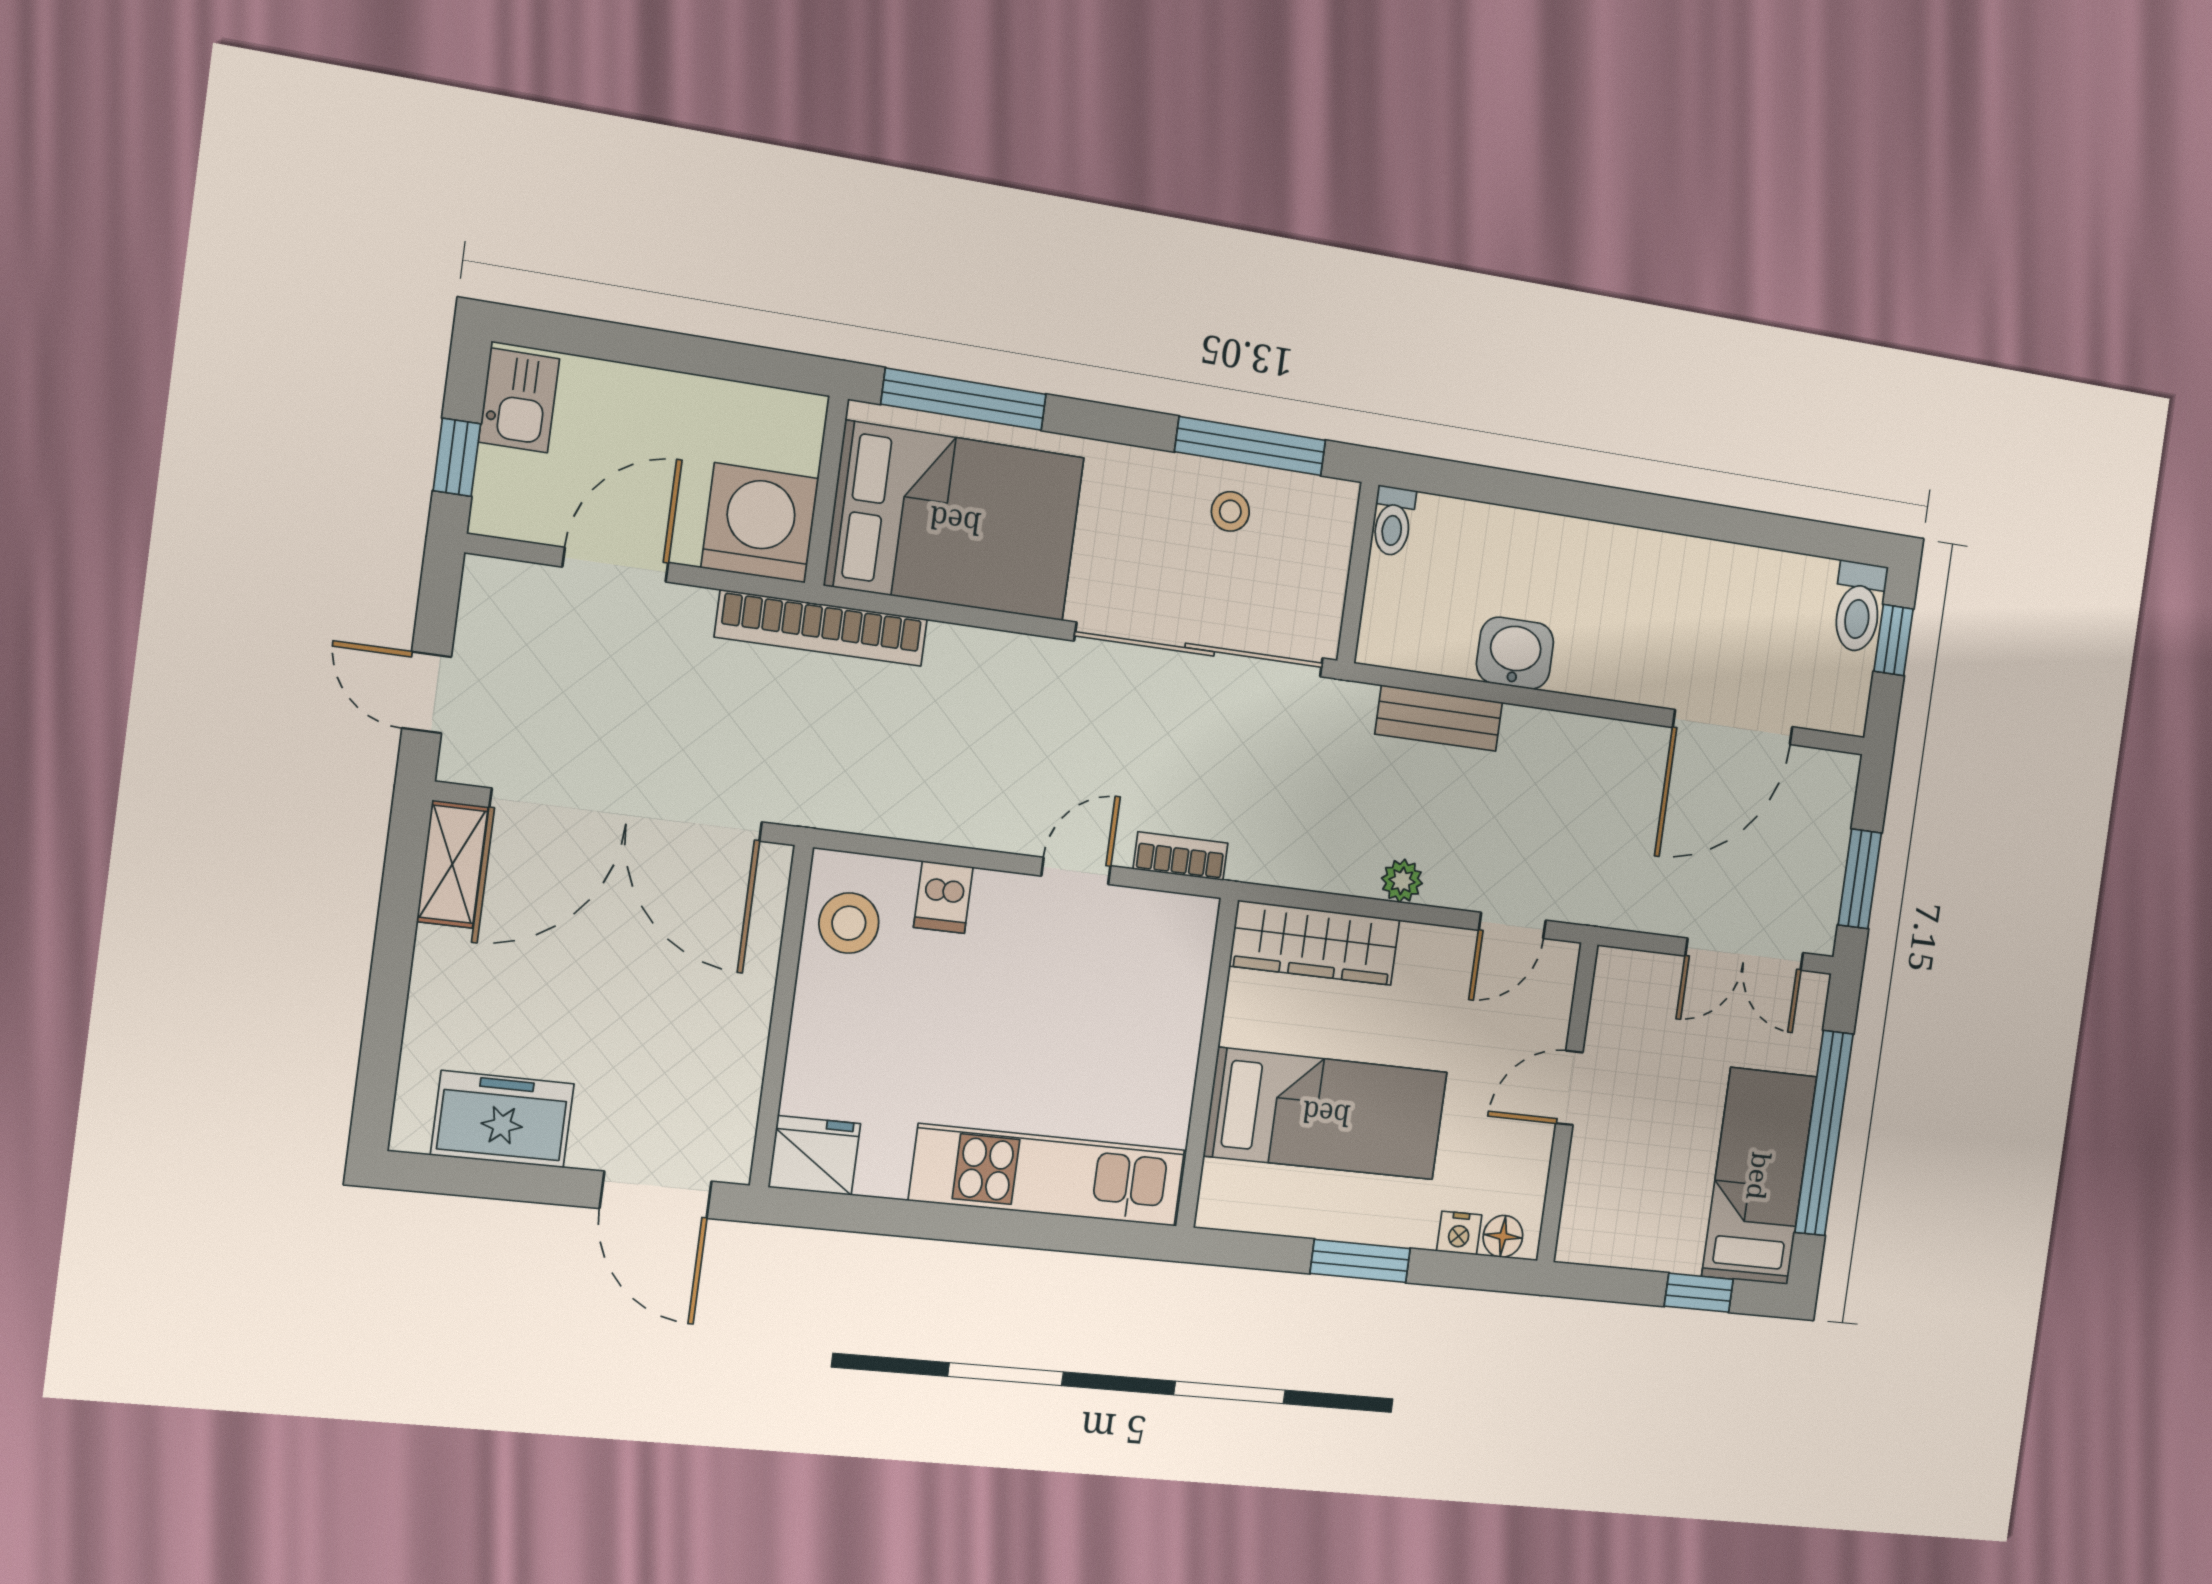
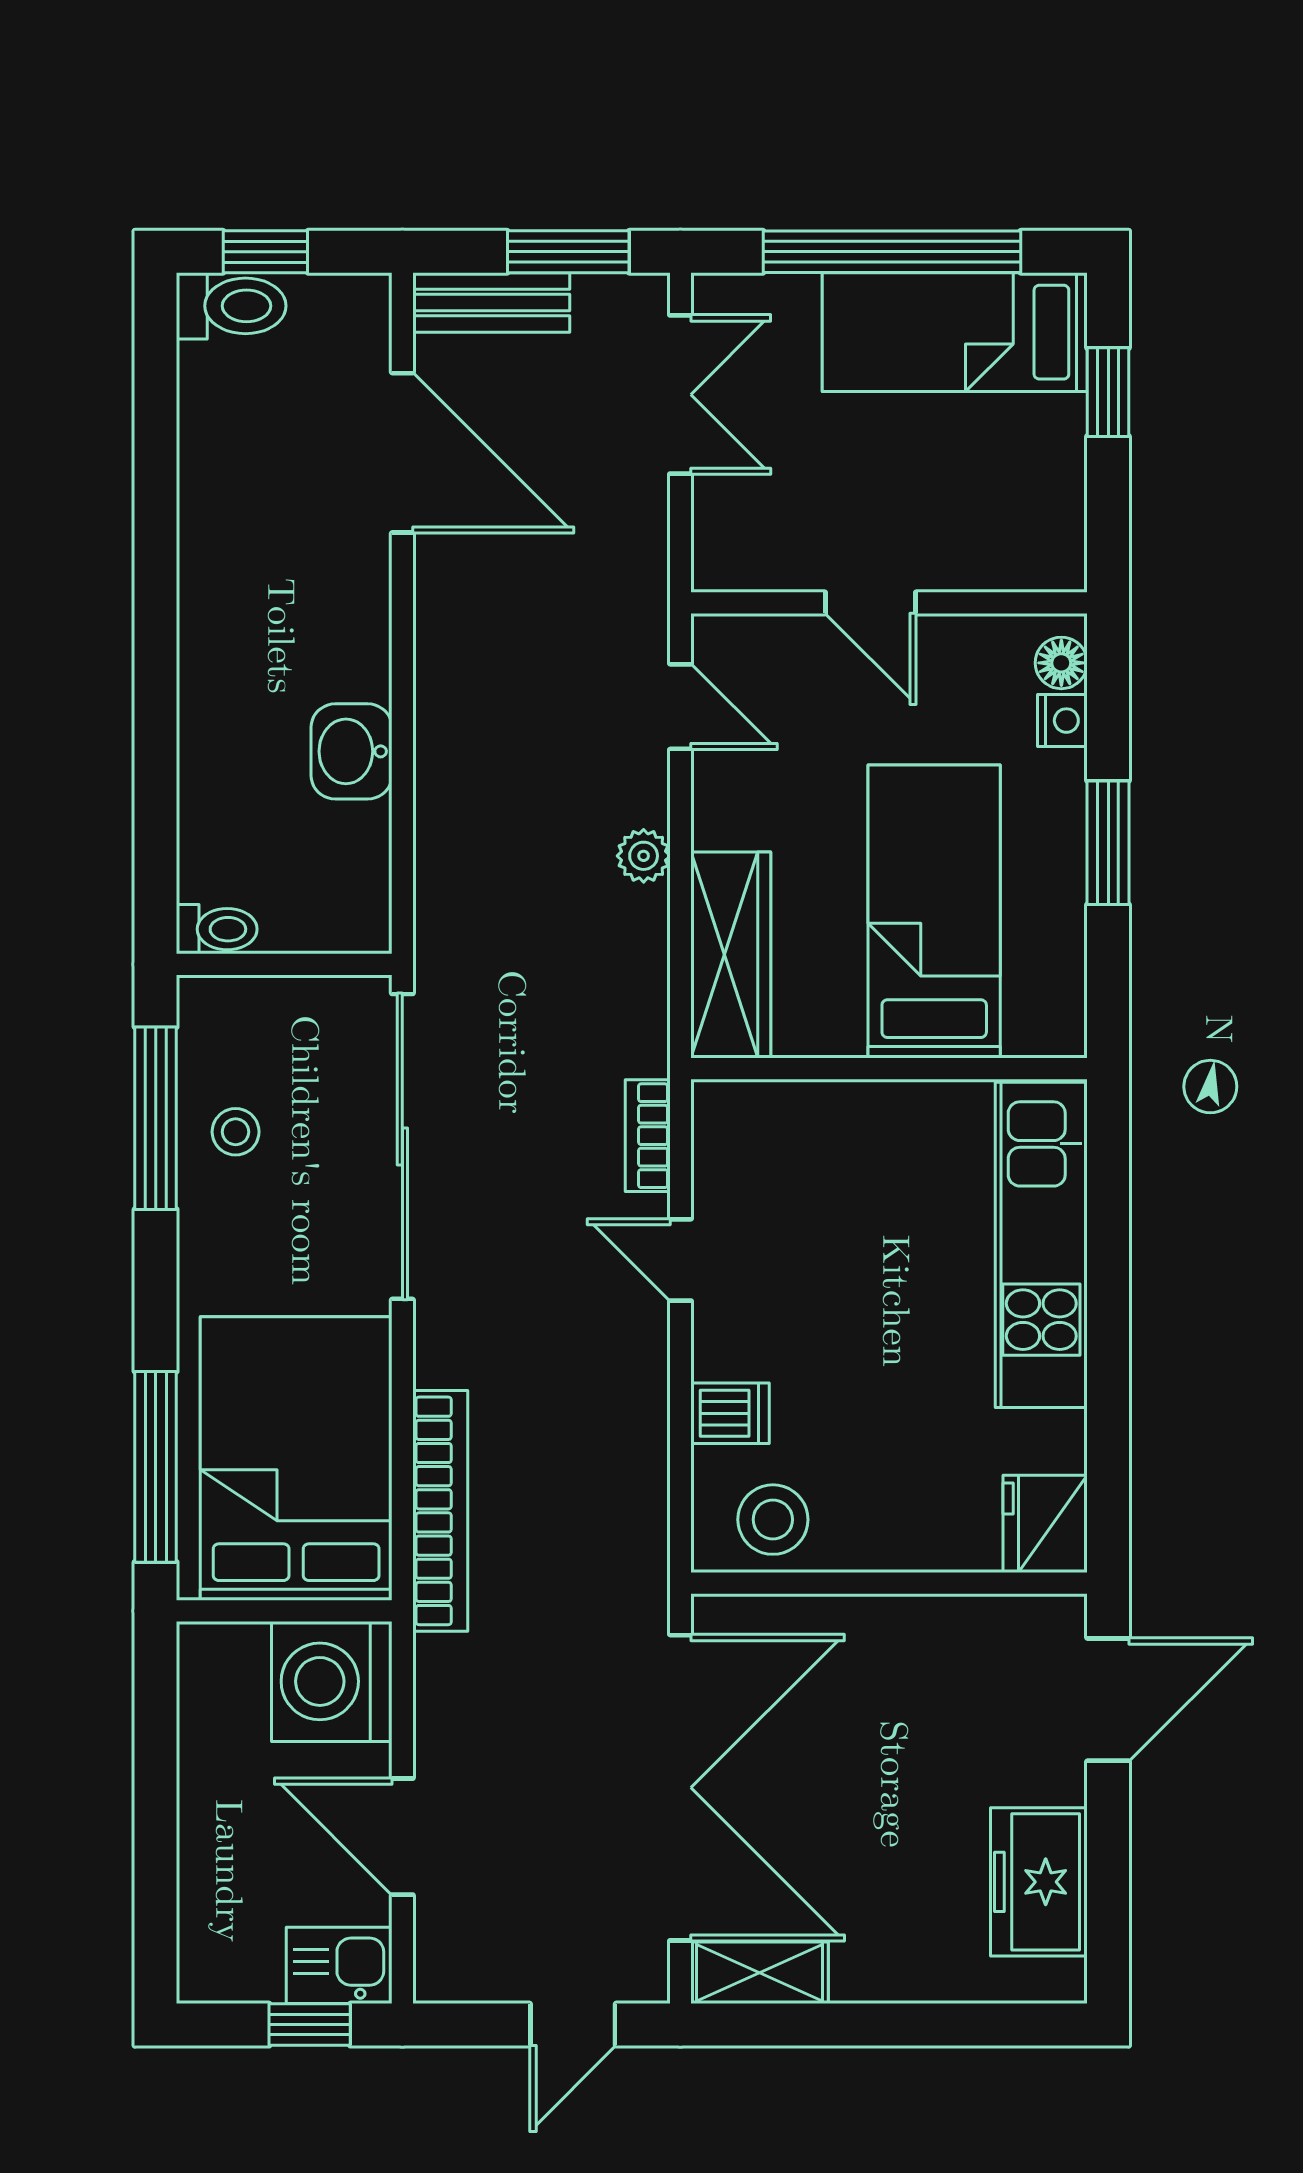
kitchen sink: (519, 400) -> (339, 1965), moved
bookcase: (821, 628) -> (440, 1511), moved
bench: (1439, 718) -> (491, 303), moved, turned 90

